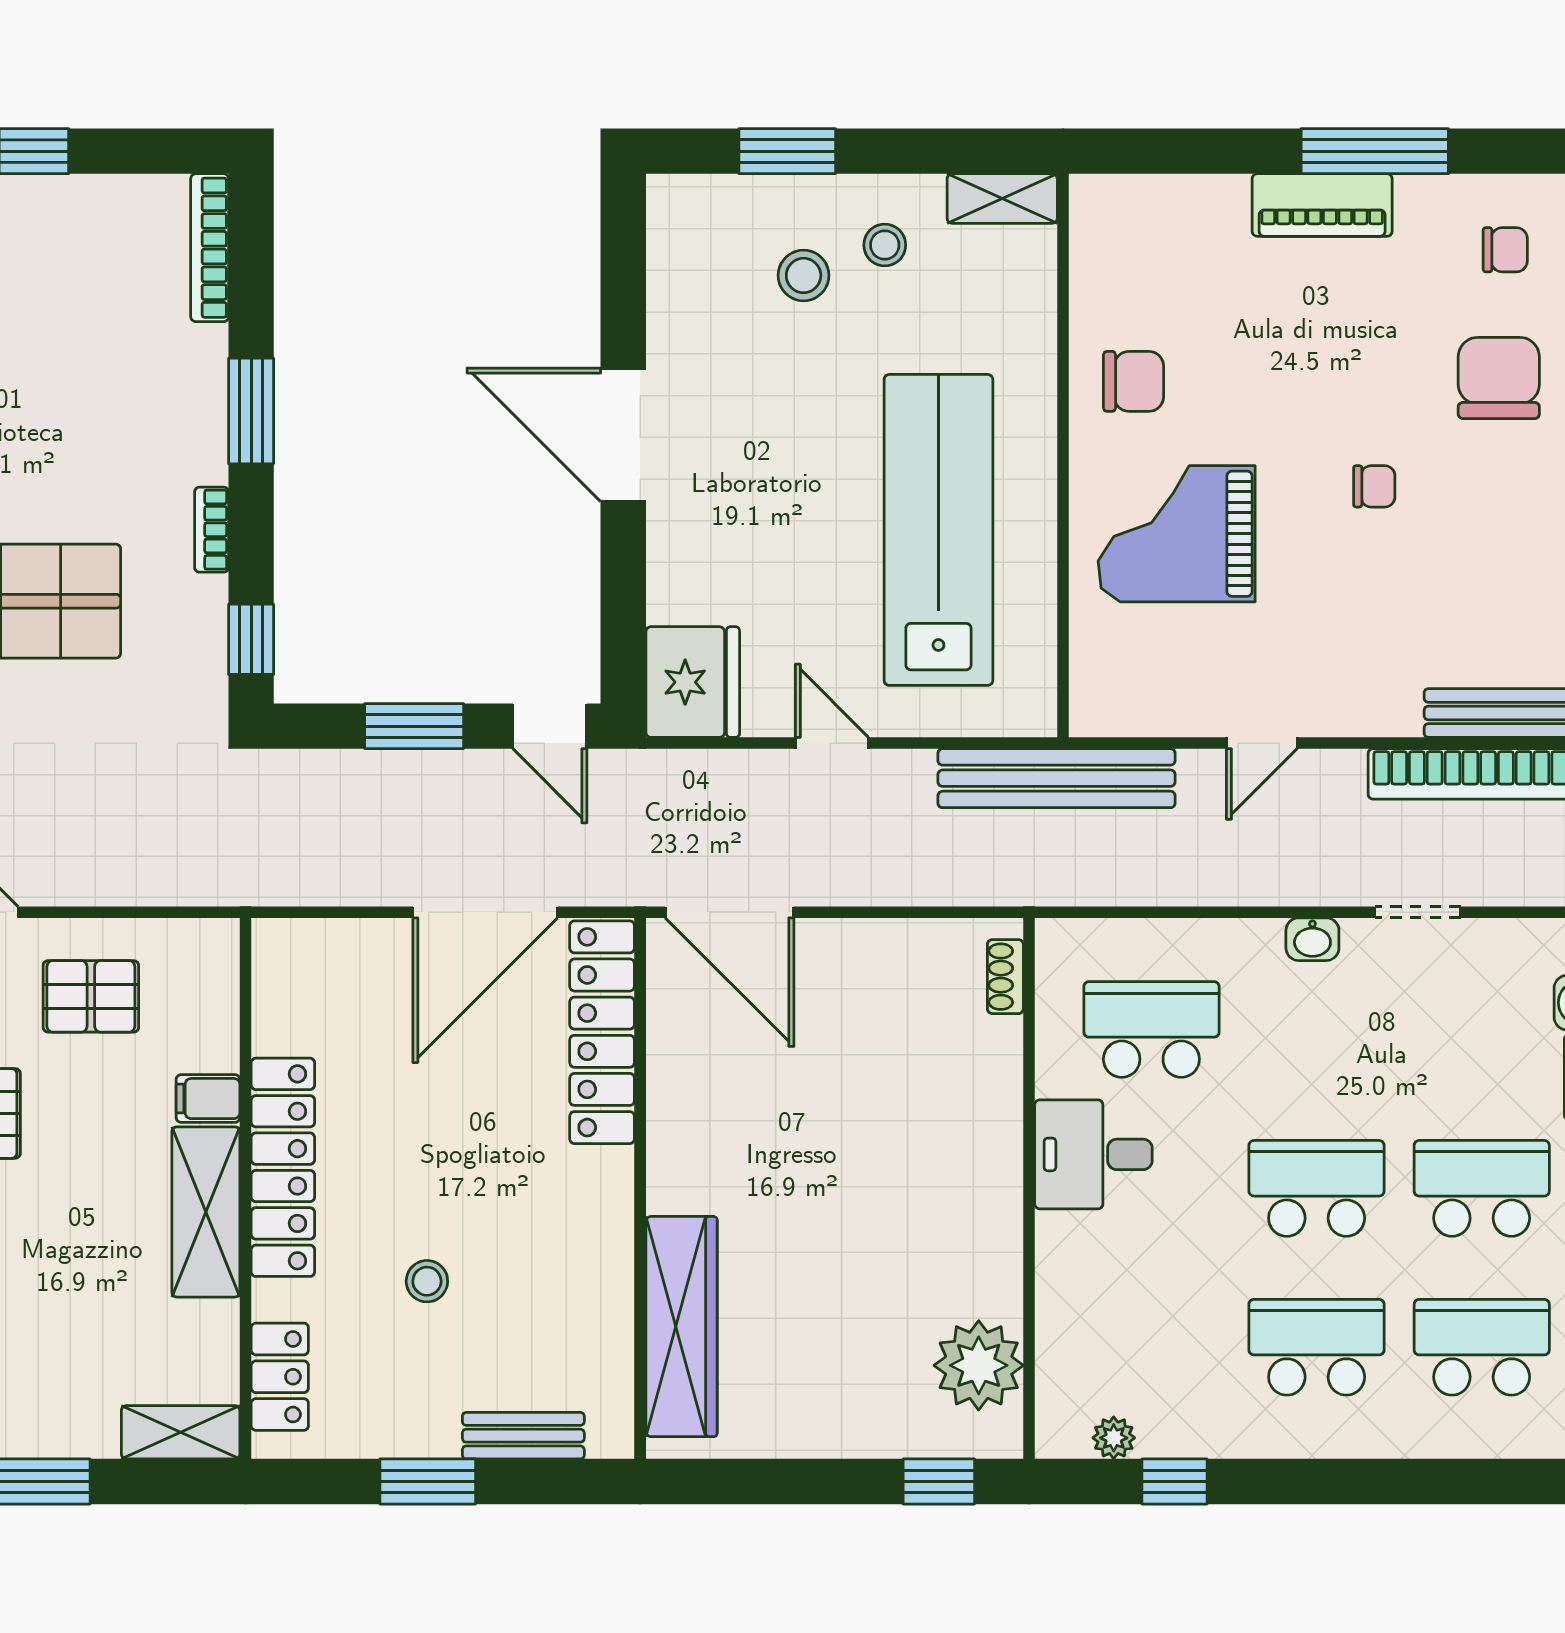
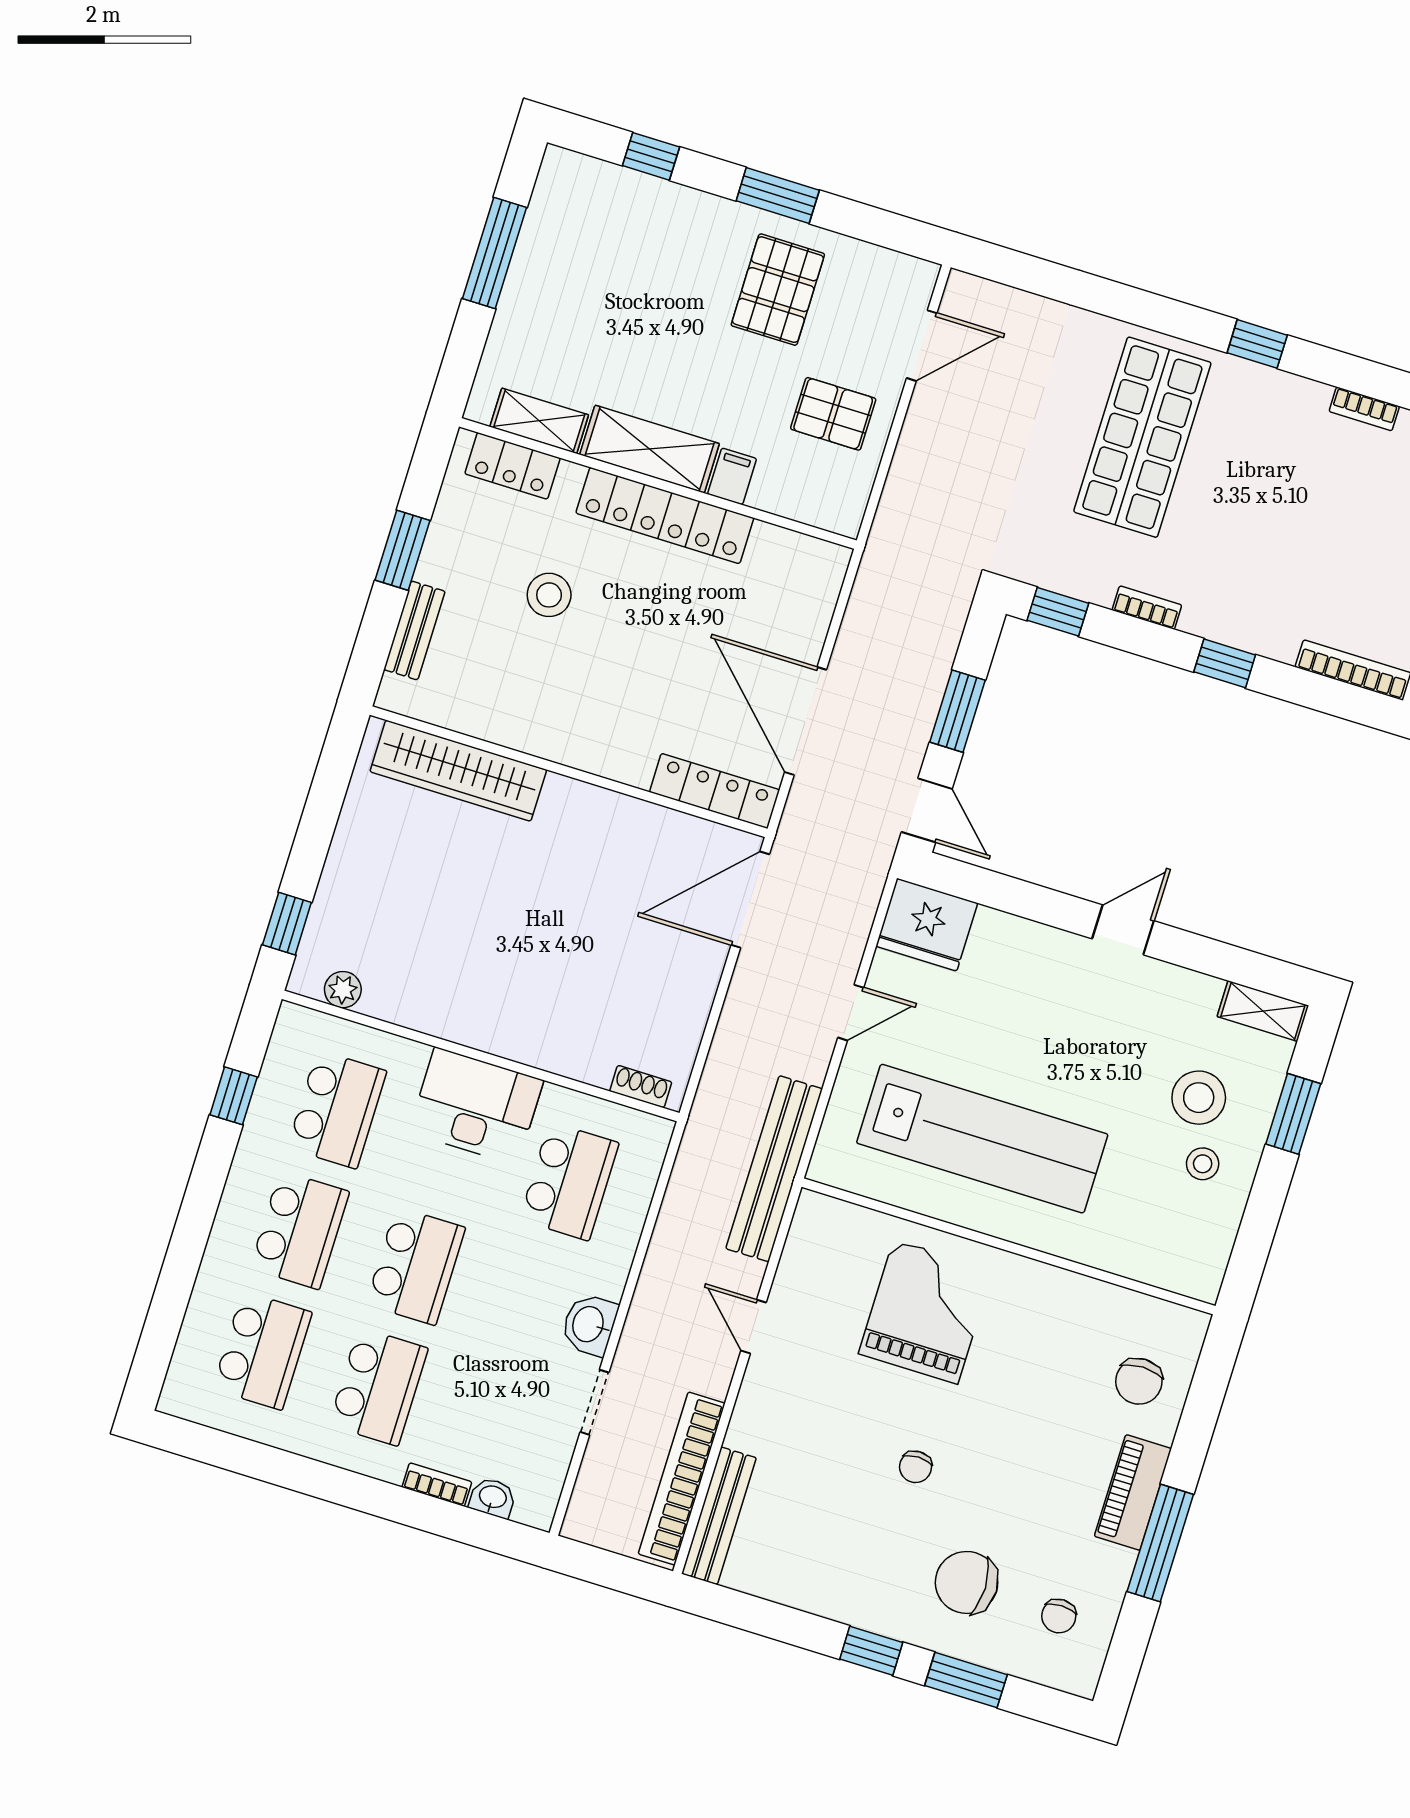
shelving: (1002, 198) -> (1263, 1011), moved, turned 90
stool: (804, 275) -> (1199, 1098), width x1.38, depth x1.38
chair: (1499, 378) -> (967, 1582), turned 180
chair: (1134, 381) -> (1139, 1381), moved
window: (251, 411) -> (1225, 663), width x0.67
door: (623, 435) -> (1123, 930), width x0.53
door: (550, 726) -> (927, 810), swing flipped
washbasin: (1312, 939) -> (589, 1325), width x1.38, depth x1.45
pallet: (91, 996) -> (833, 414), turned 90
locker: (602, 1032) -> (715, 791), width x0.71, depth x0.83
desk: (1093, 1154) -> (476, 1106), width x1.37
stool: (427, 1281) -> (549, 595), width x1.37, depth x1.37
school desk: (1151, 1347) -> (337, 1109), added
plant: (979, 1365) -> (343, 990), width x0.53, depth x0.53
shelving: (181, 1432) -> (539, 421), moved, turned 90
plant: (1114, 1438) -> (279, 1061), removed

